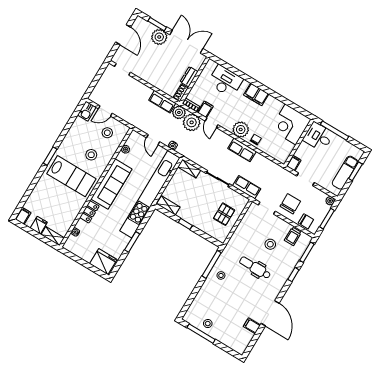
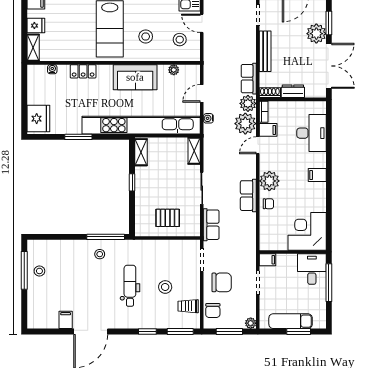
bench: (150, 79) -> (265, 51), added
filing cabinet: (256, 94) -> (317, 175), width x0.50
sofa: (111, 184) -> (135, 77), width x0.73

